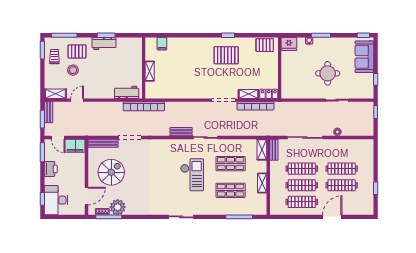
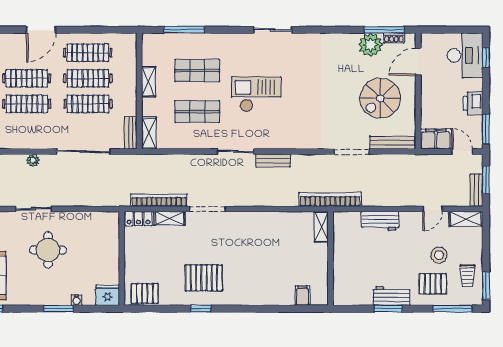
shelving: (150, 71) -> (321, 227), moved
workbench: (127, 92) -> (380, 221), moved
checkout: (192, 175) -> (256, 94), turned 90

